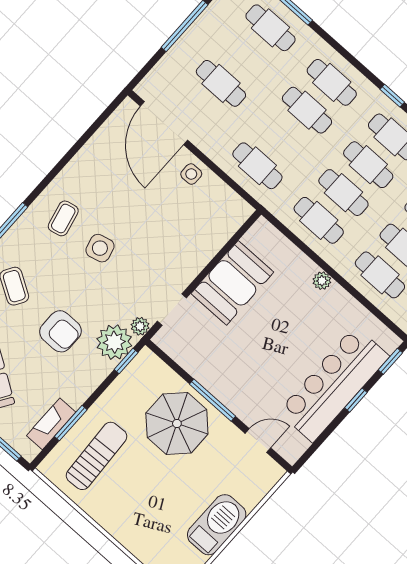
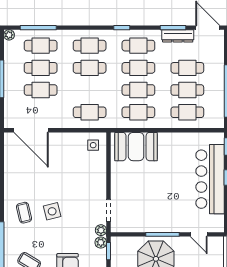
cafe table: (246, 56) -> (41, 68), added
side table: (191, 174) -> (93, 145), moved
plant: (322, 281) -> (164, 138), removed
booth: (232, 283) -> (136, 147), moved, turned 90
plant: (114, 342) -> (101, 242), width x0.53, depth x0.53
door: (258, 441) -> (199, 234), swing flipped

